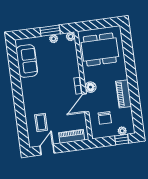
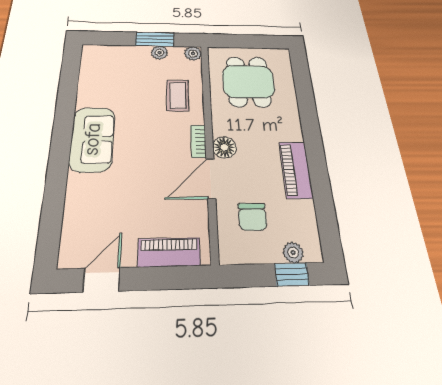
dining table: (100, 49) -> (248, 82), width x0.73
sofa: (27, 61) -> (92, 139), moved
coffee table: (41, 122) -> (178, 95), moved

